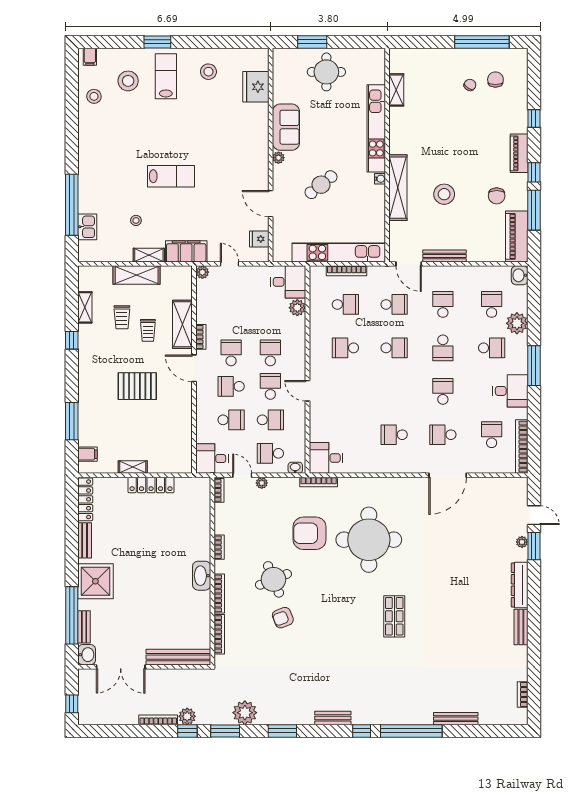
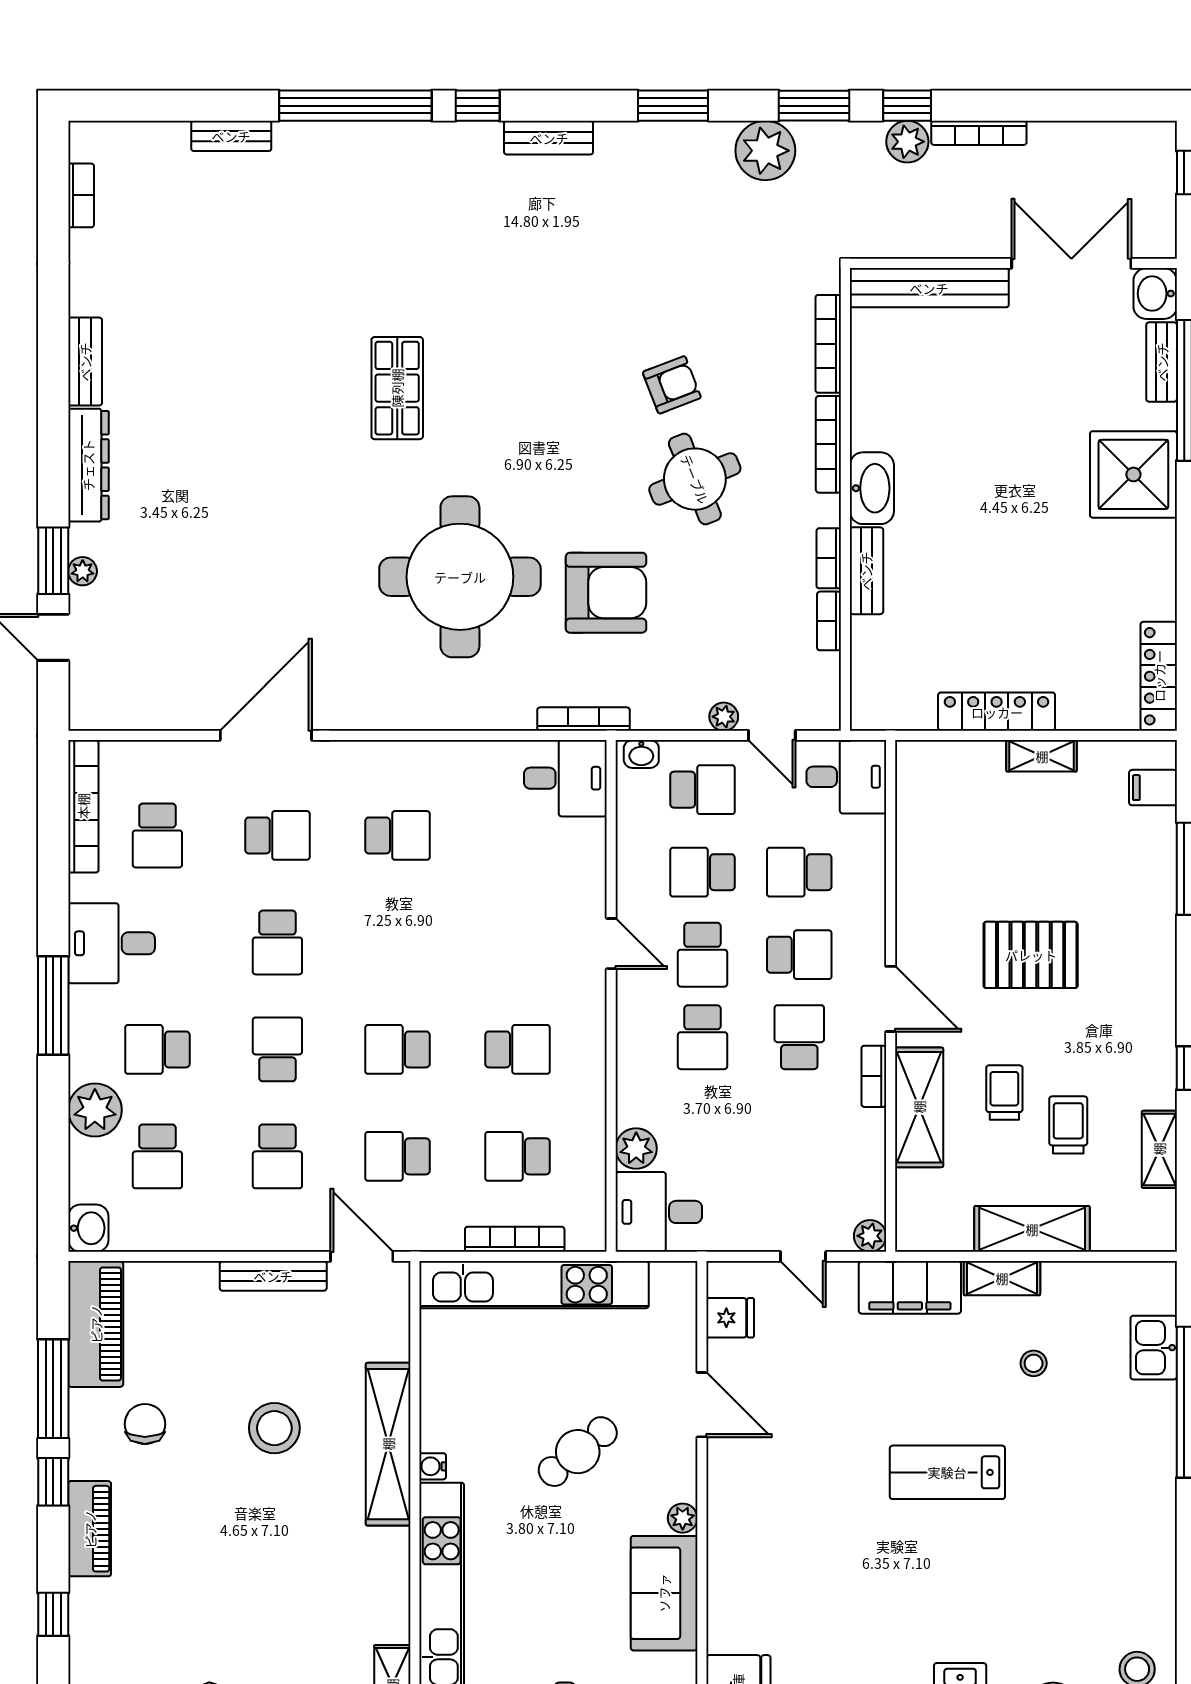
school desk: (231, 353) -> (799, 1037), turned 180
bookcase: (219, 490) -> (829, 621), moved
bench: (85, 540) -> (866, 571), moved
bench: (456, 719) -> (231, 136), width x0.73

